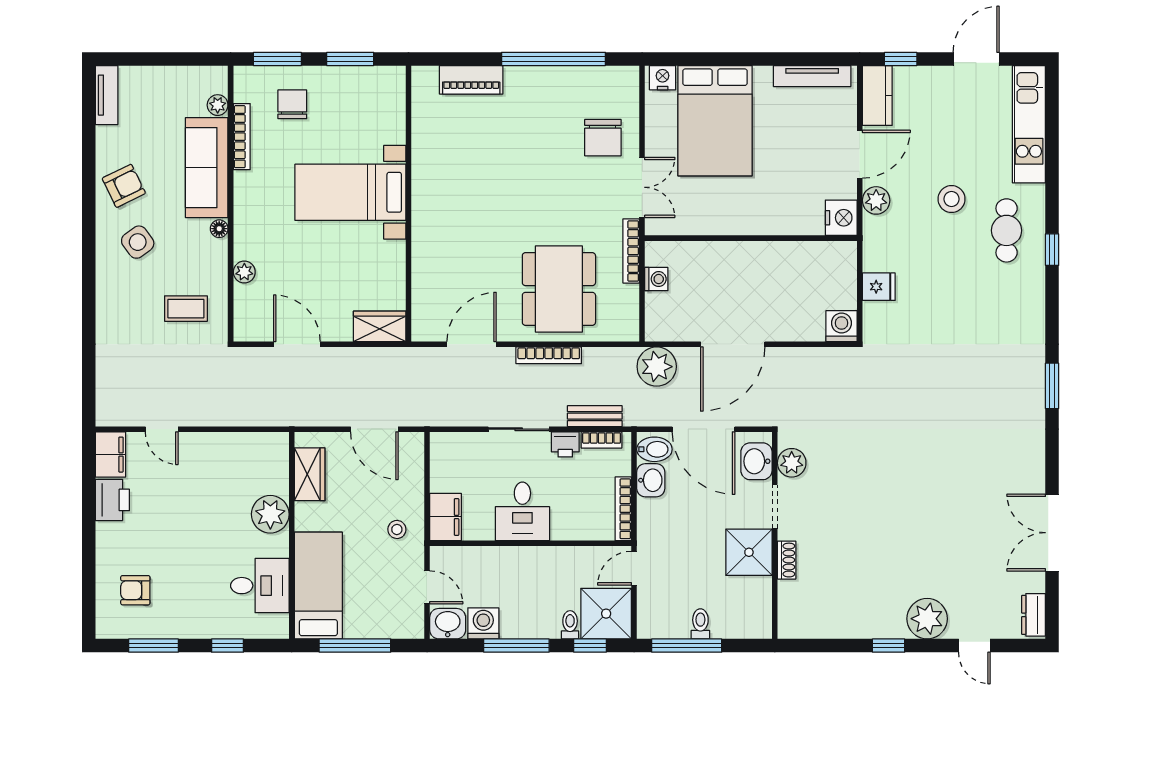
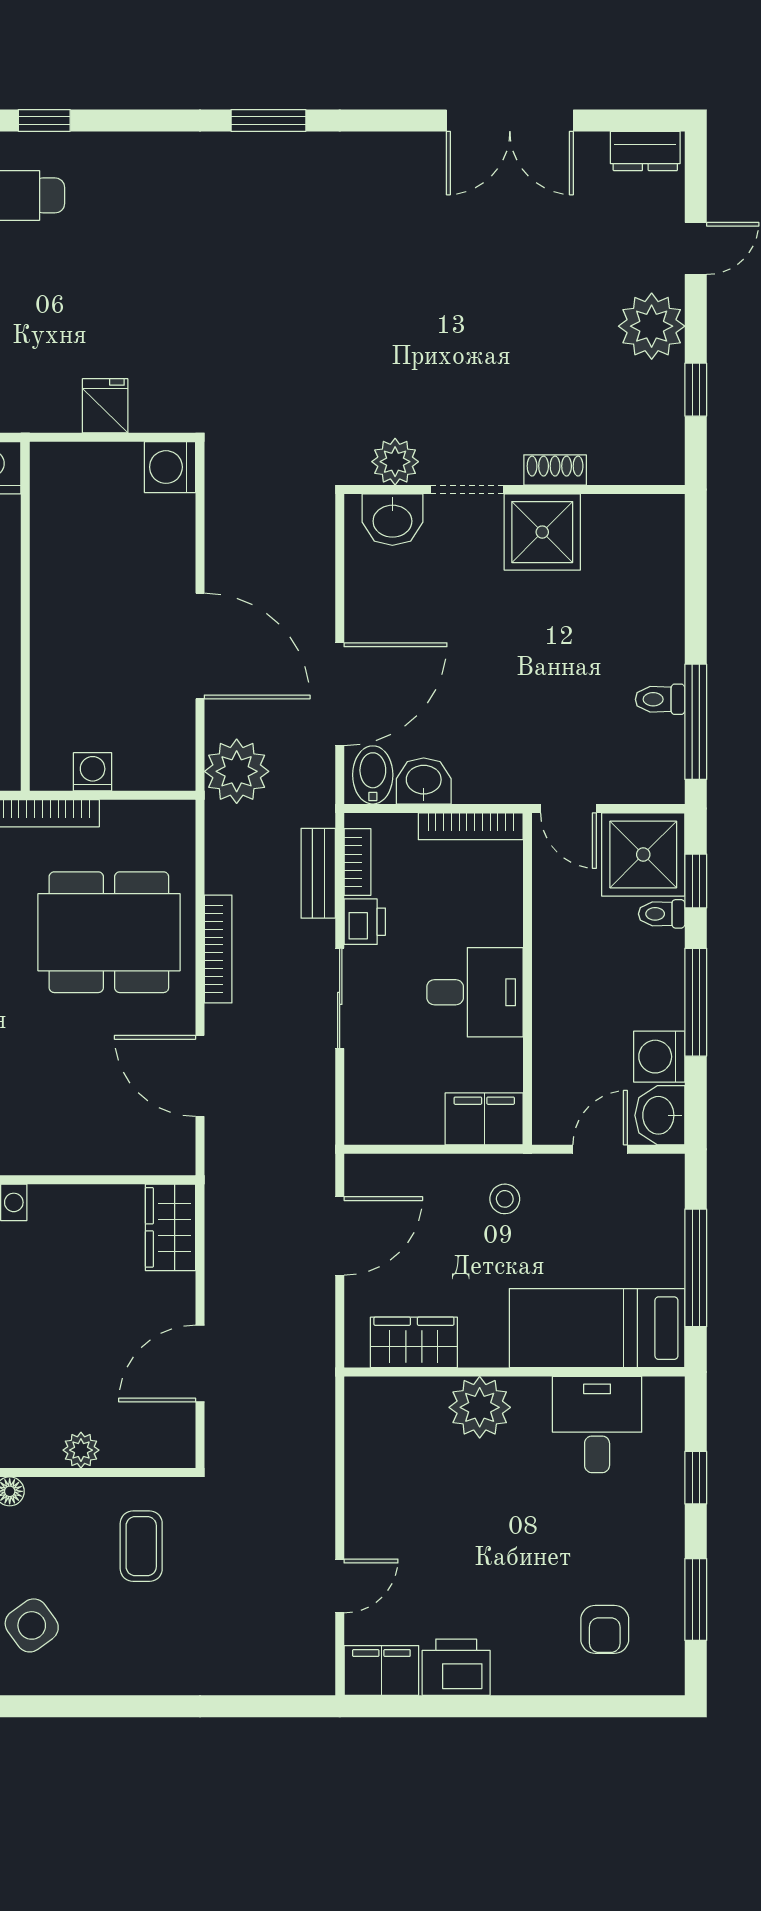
washbasin: (756, 461) -> (392, 520), moved
plant: (792, 463) -> (395, 462), moved
doorway: (775, 507) -> (467, 490), moved
wall: (775, 535) -> (514, 490), moved
shower: (749, 552) -> (542, 532), moved
shoe rack: (787, 560) -> (555, 470), moved

